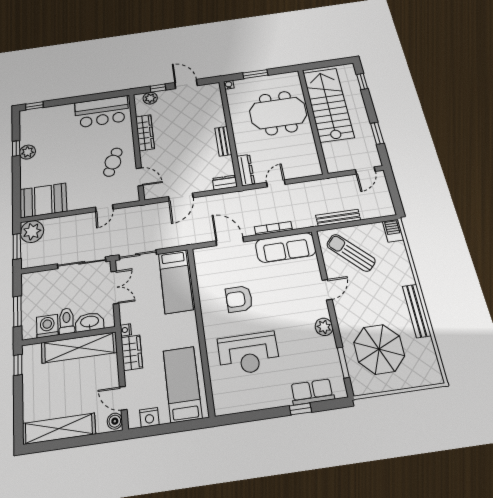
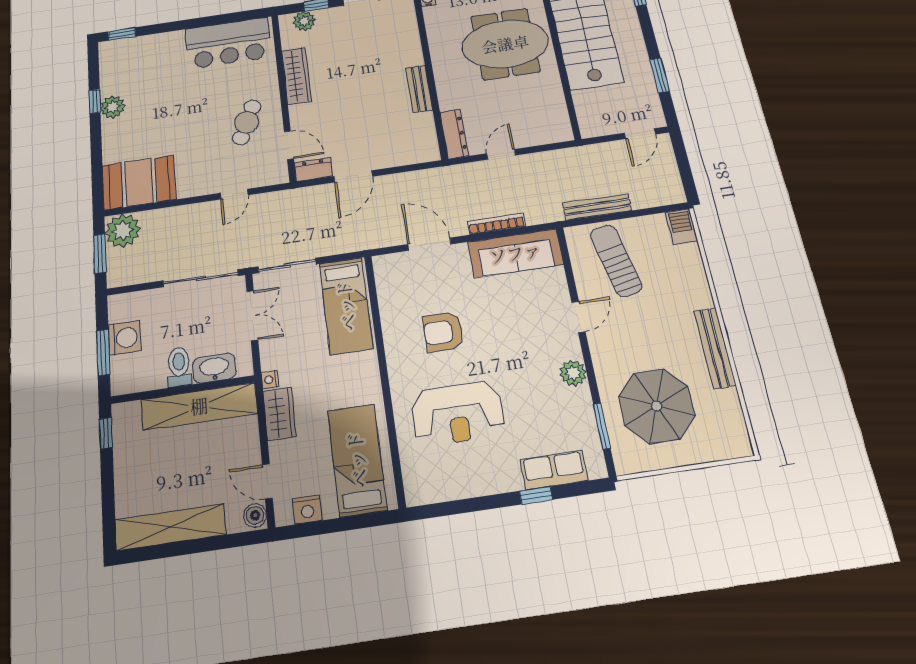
dresser: (225, 183) -> (313, 170), moved
sun lounger: (351, 253) -> (616, 261), turned 34
washing machine: (47, 326) -> (124, 338), moved, turned 90

